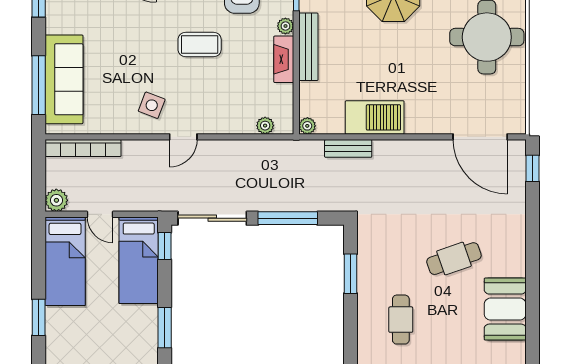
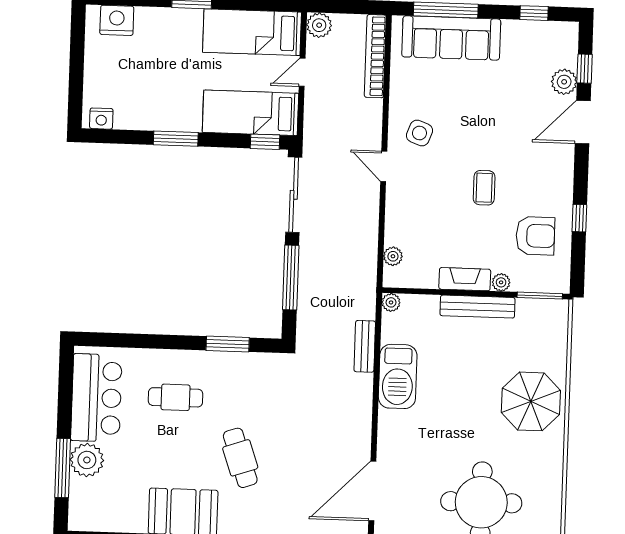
coffee table: (200, 45) -> (484, 188), width x0.73, depth x0.77

